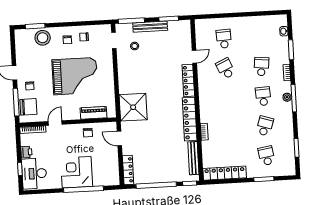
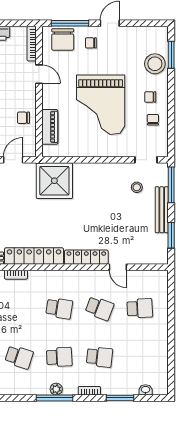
school desk: (225, 69) -> (100, 308), turned 45
school desk: (227, 98) -> (59, 308), added

